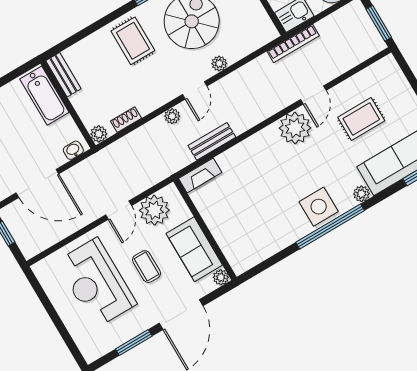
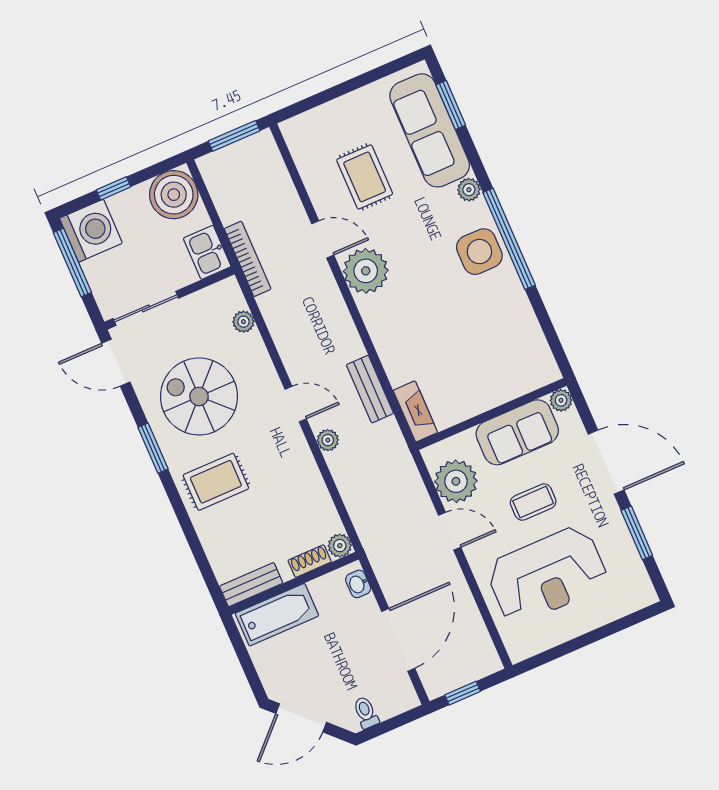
plant: (219, 63) -> (243, 322), moved
shoe rack: (126, 120) -> (310, 561), moved, turned 90

